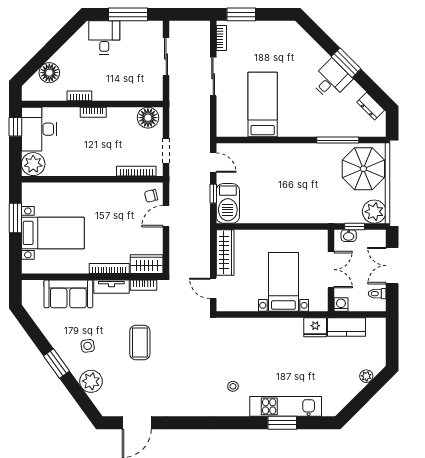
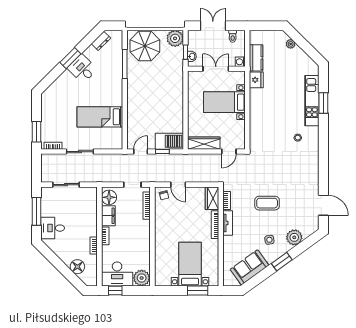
filing cabinet: (122, 117) -> (108, 216), added
window: (15, 218) -> (198, 291), moved
double door: (392, 266) -> (213, 26), swing flipped
sofa: (68, 294) -> (249, 267), moved, turned -126

